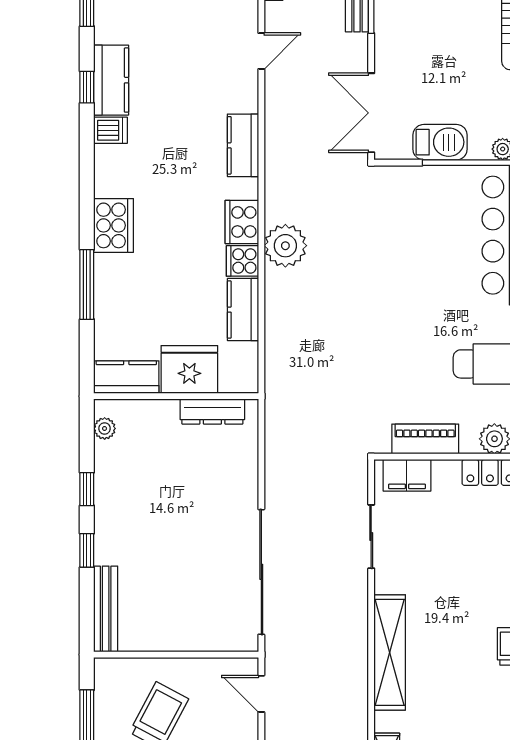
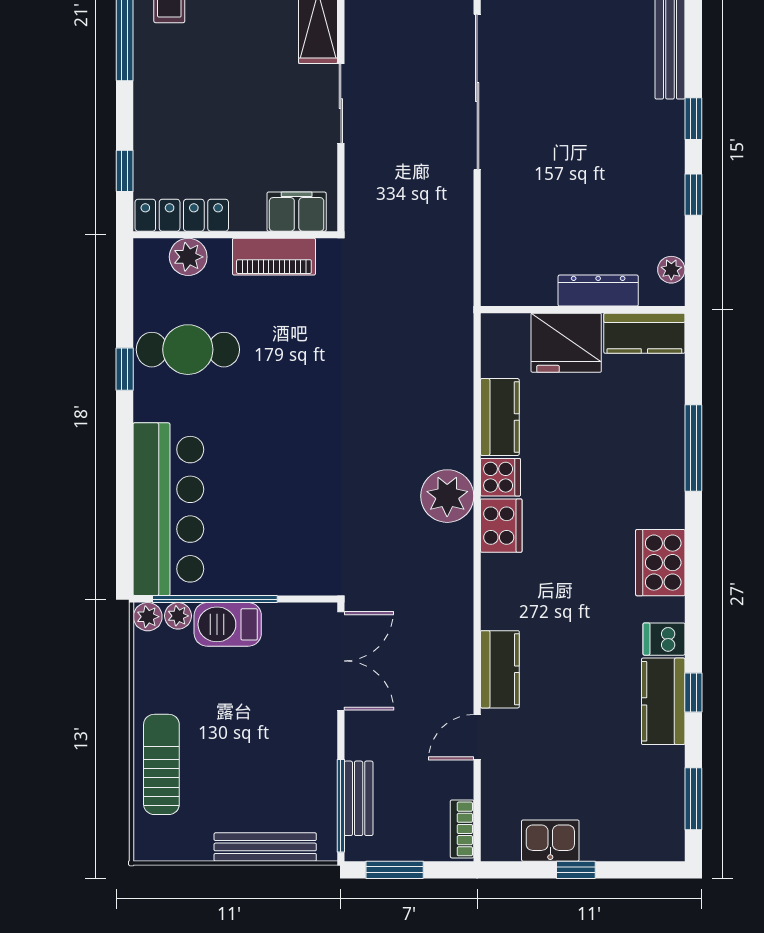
barbecue: (440, 142) -> (228, 624), moved
kitchen counter: (243, 145) -> (500, 669), moved
cooker: (113, 225) -> (660, 563), moved
dresser: (212, 412) -> (598, 291), moved
sliding door: (371, 537) -> (341, 104), moved

